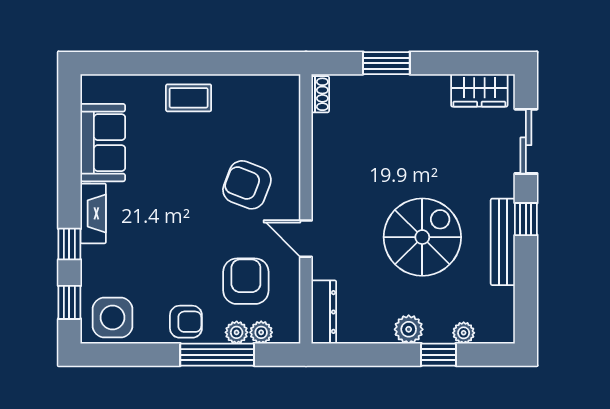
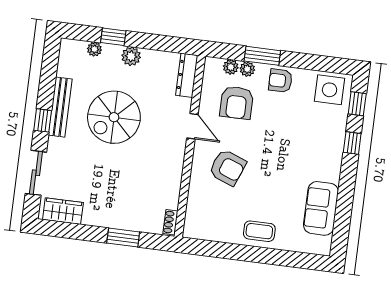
fireplace: (93, 213) -> (334, 162), removed
window: (217, 355) -> (262, 56), width x0.69

